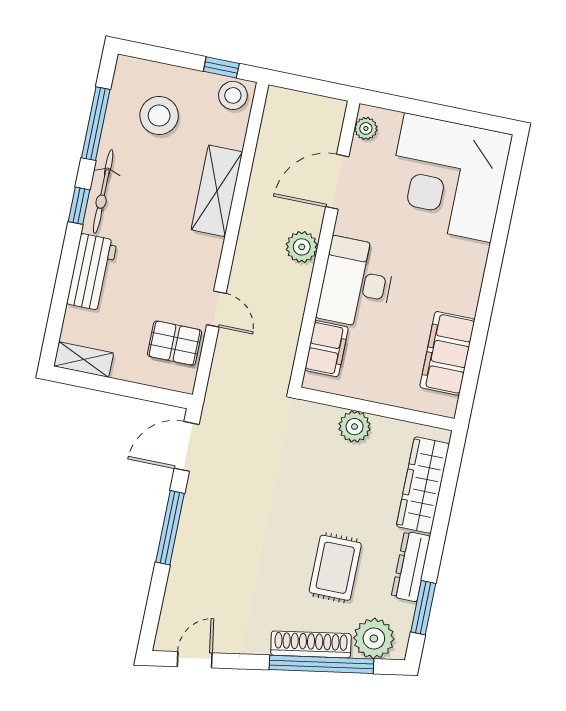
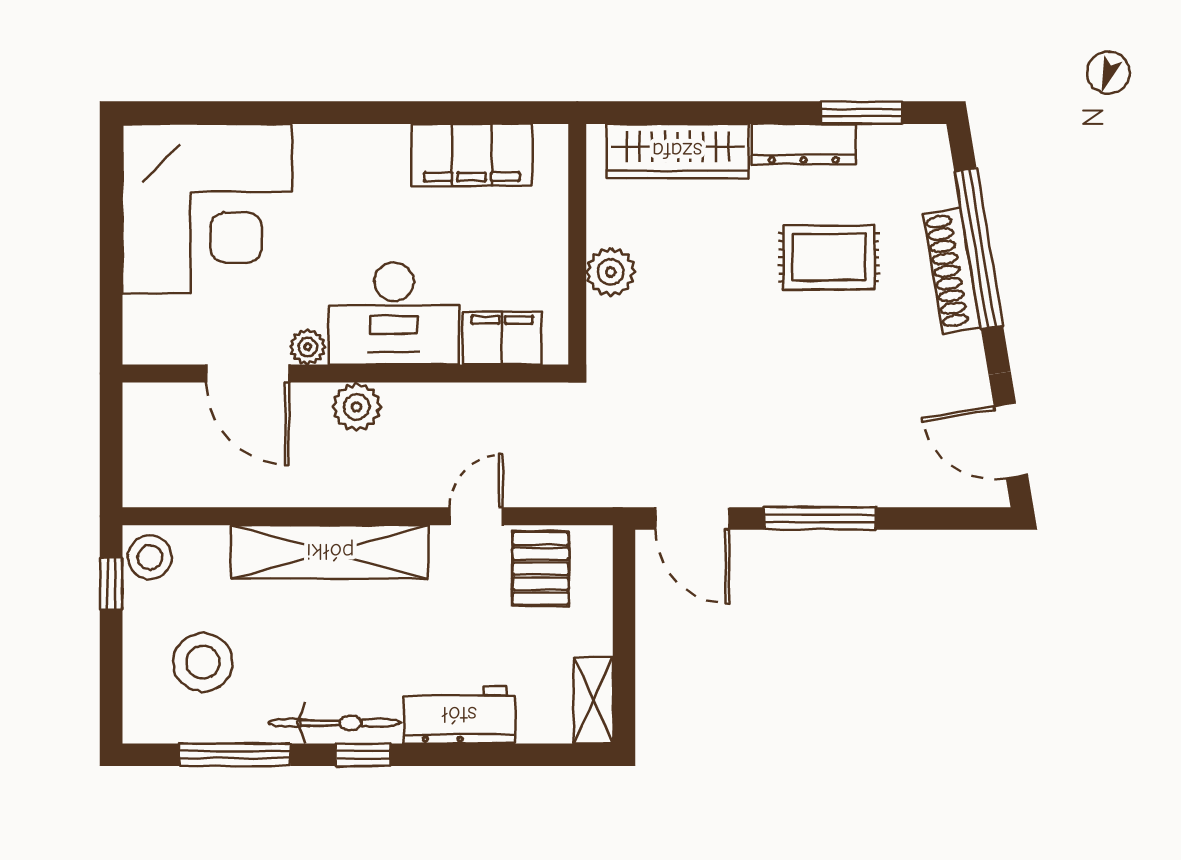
plant: (366, 128) -> (308, 347), moved
shelving: (217, 191) -> (330, 552), width x1.47
plant: (374, 638) -> (924, 177), removed
door: (195, 660) -> (1011, 440), width x1.38

